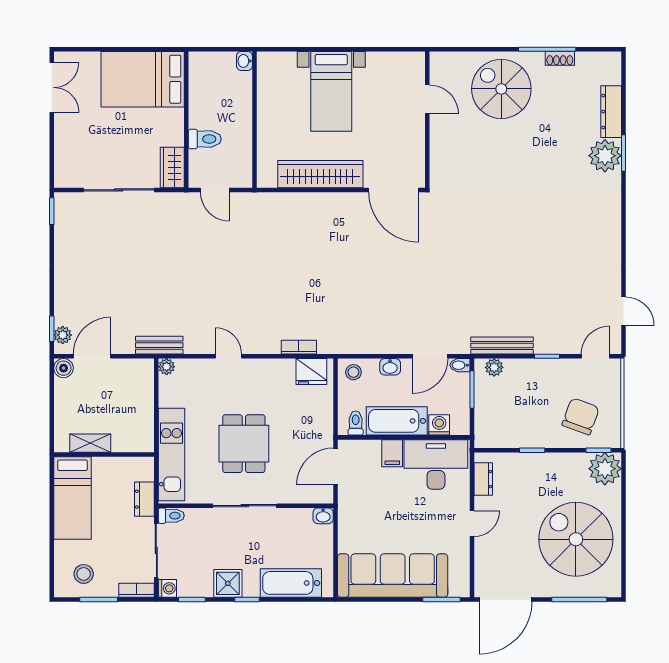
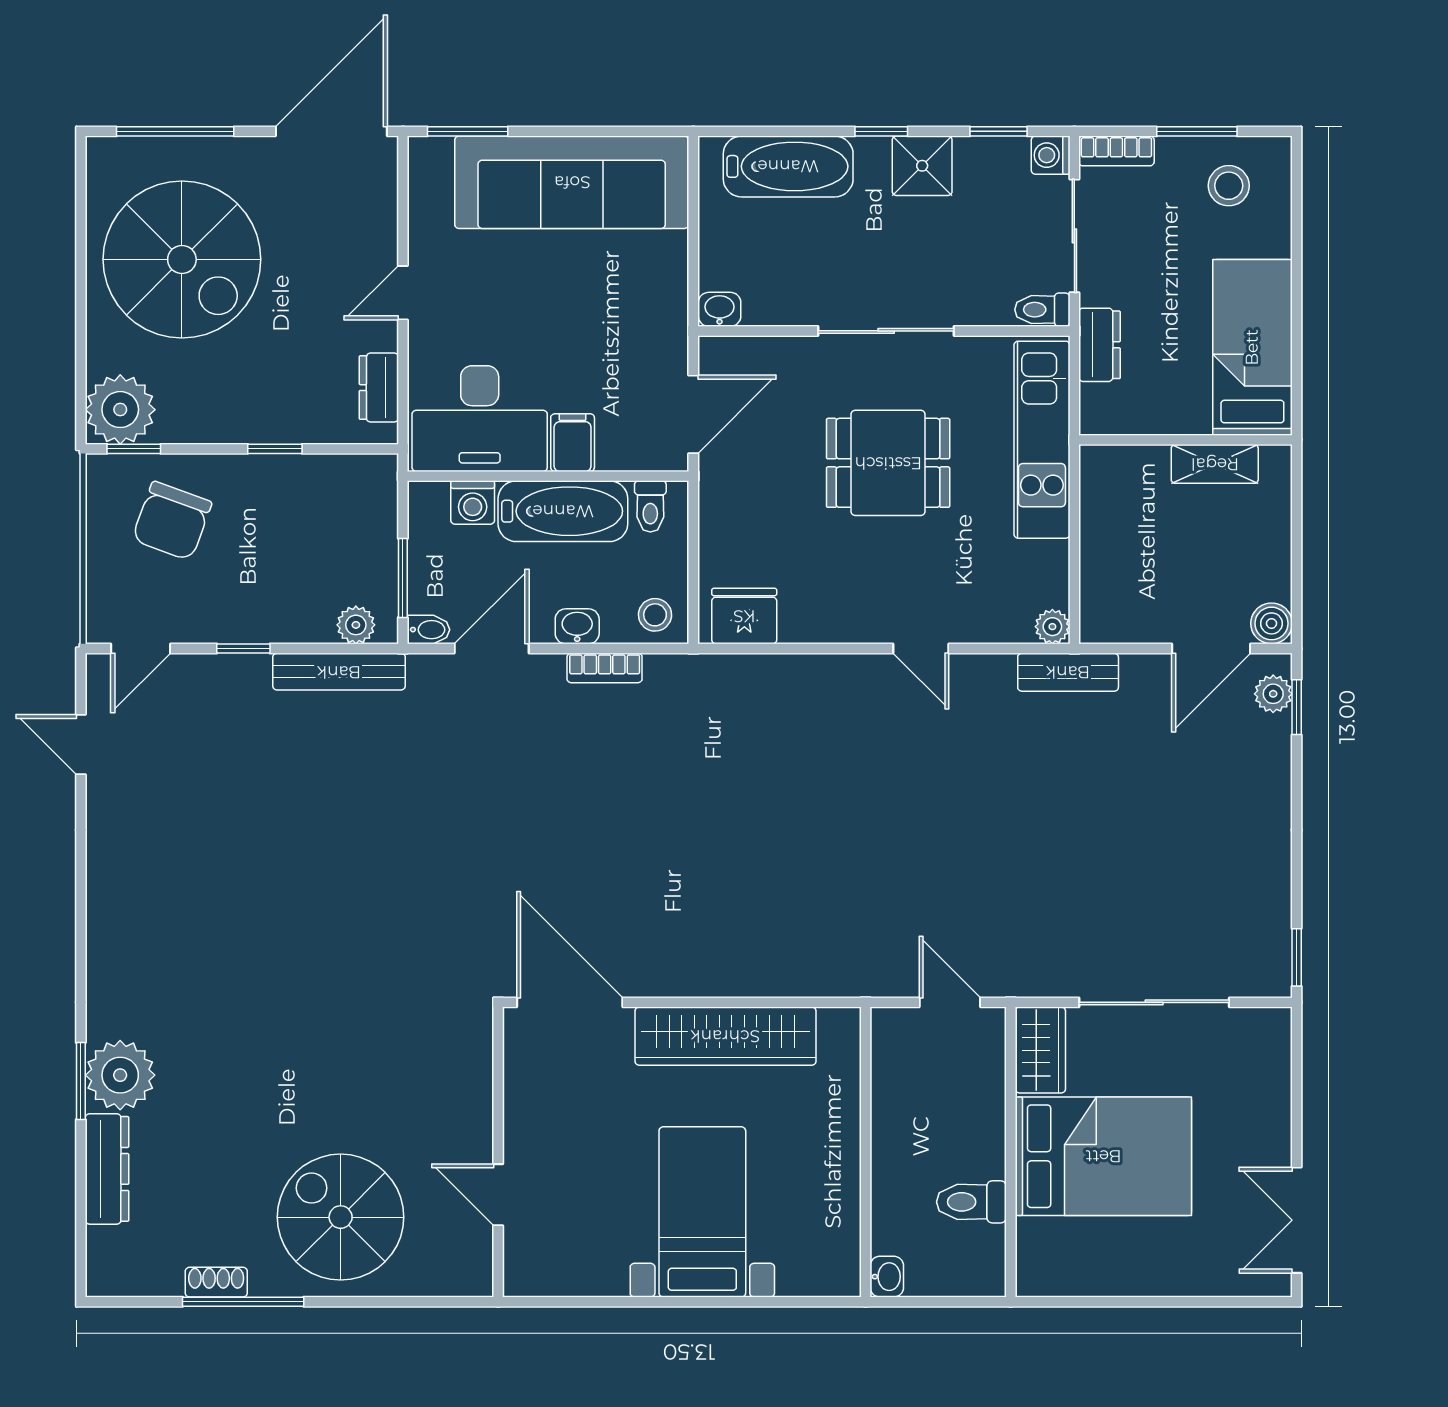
bed: (143, 79) -> (1103, 1156), moved
spiral stairs: (501, 89) -> (341, 1217), turned 180
toilet: (205, 139) -> (971, 1202), moved
bookcase: (299, 347) -> (605, 668), moved
dining table: (244, 444) -> (888, 463), turned 90

